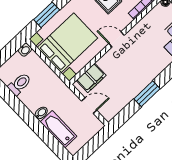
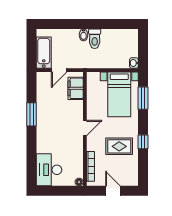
bed with nightstands: (67, 43) -> (119, 94), width x0.73
toilet: (20, 84) -> (95, 39), moved
bathtub: (59, 129) -> (44, 53), moved, turned -90

